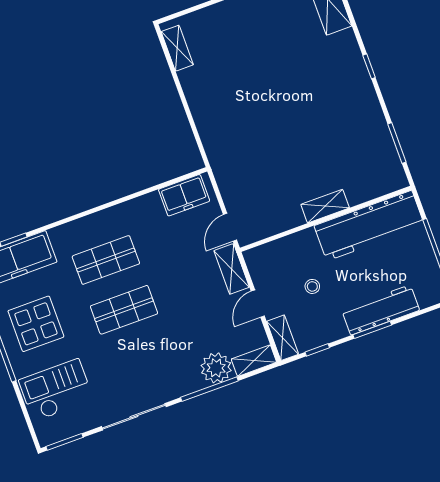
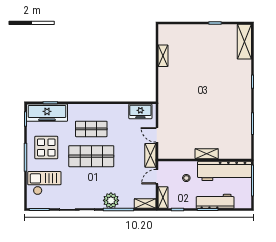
shelving: (177, 48) -> (163, 56), moved
shelving: (325, 206) -> (207, 154), moved
wall: (326, 219) -> (205, 160), moved
workbench: (369, 226) -> (224, 171), moved
door: (230, 227) -> (157, 135), hinge flipped
shop shelf: (124, 310) -> (91, 156), width x1.43, depth x1.36
plant: (216, 368) -> (111, 200), moved

